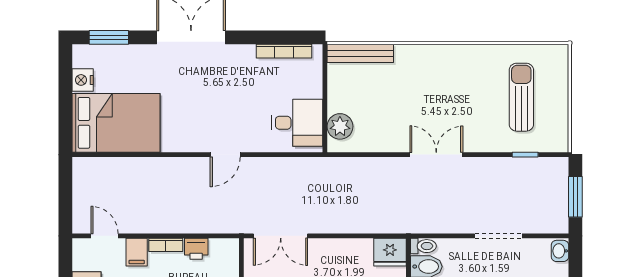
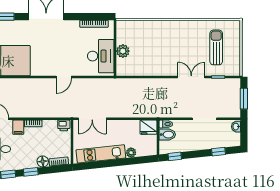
bench: (360, 53) -> (133, 25), removed
desk: (297, 123) -> (101, 56), width x1.37
plant: (340, 126) -> (123, 51), moved
double door: (436, 155) -> (191, 77), moved
printer: (196, 249) -> (64, 125), moved

